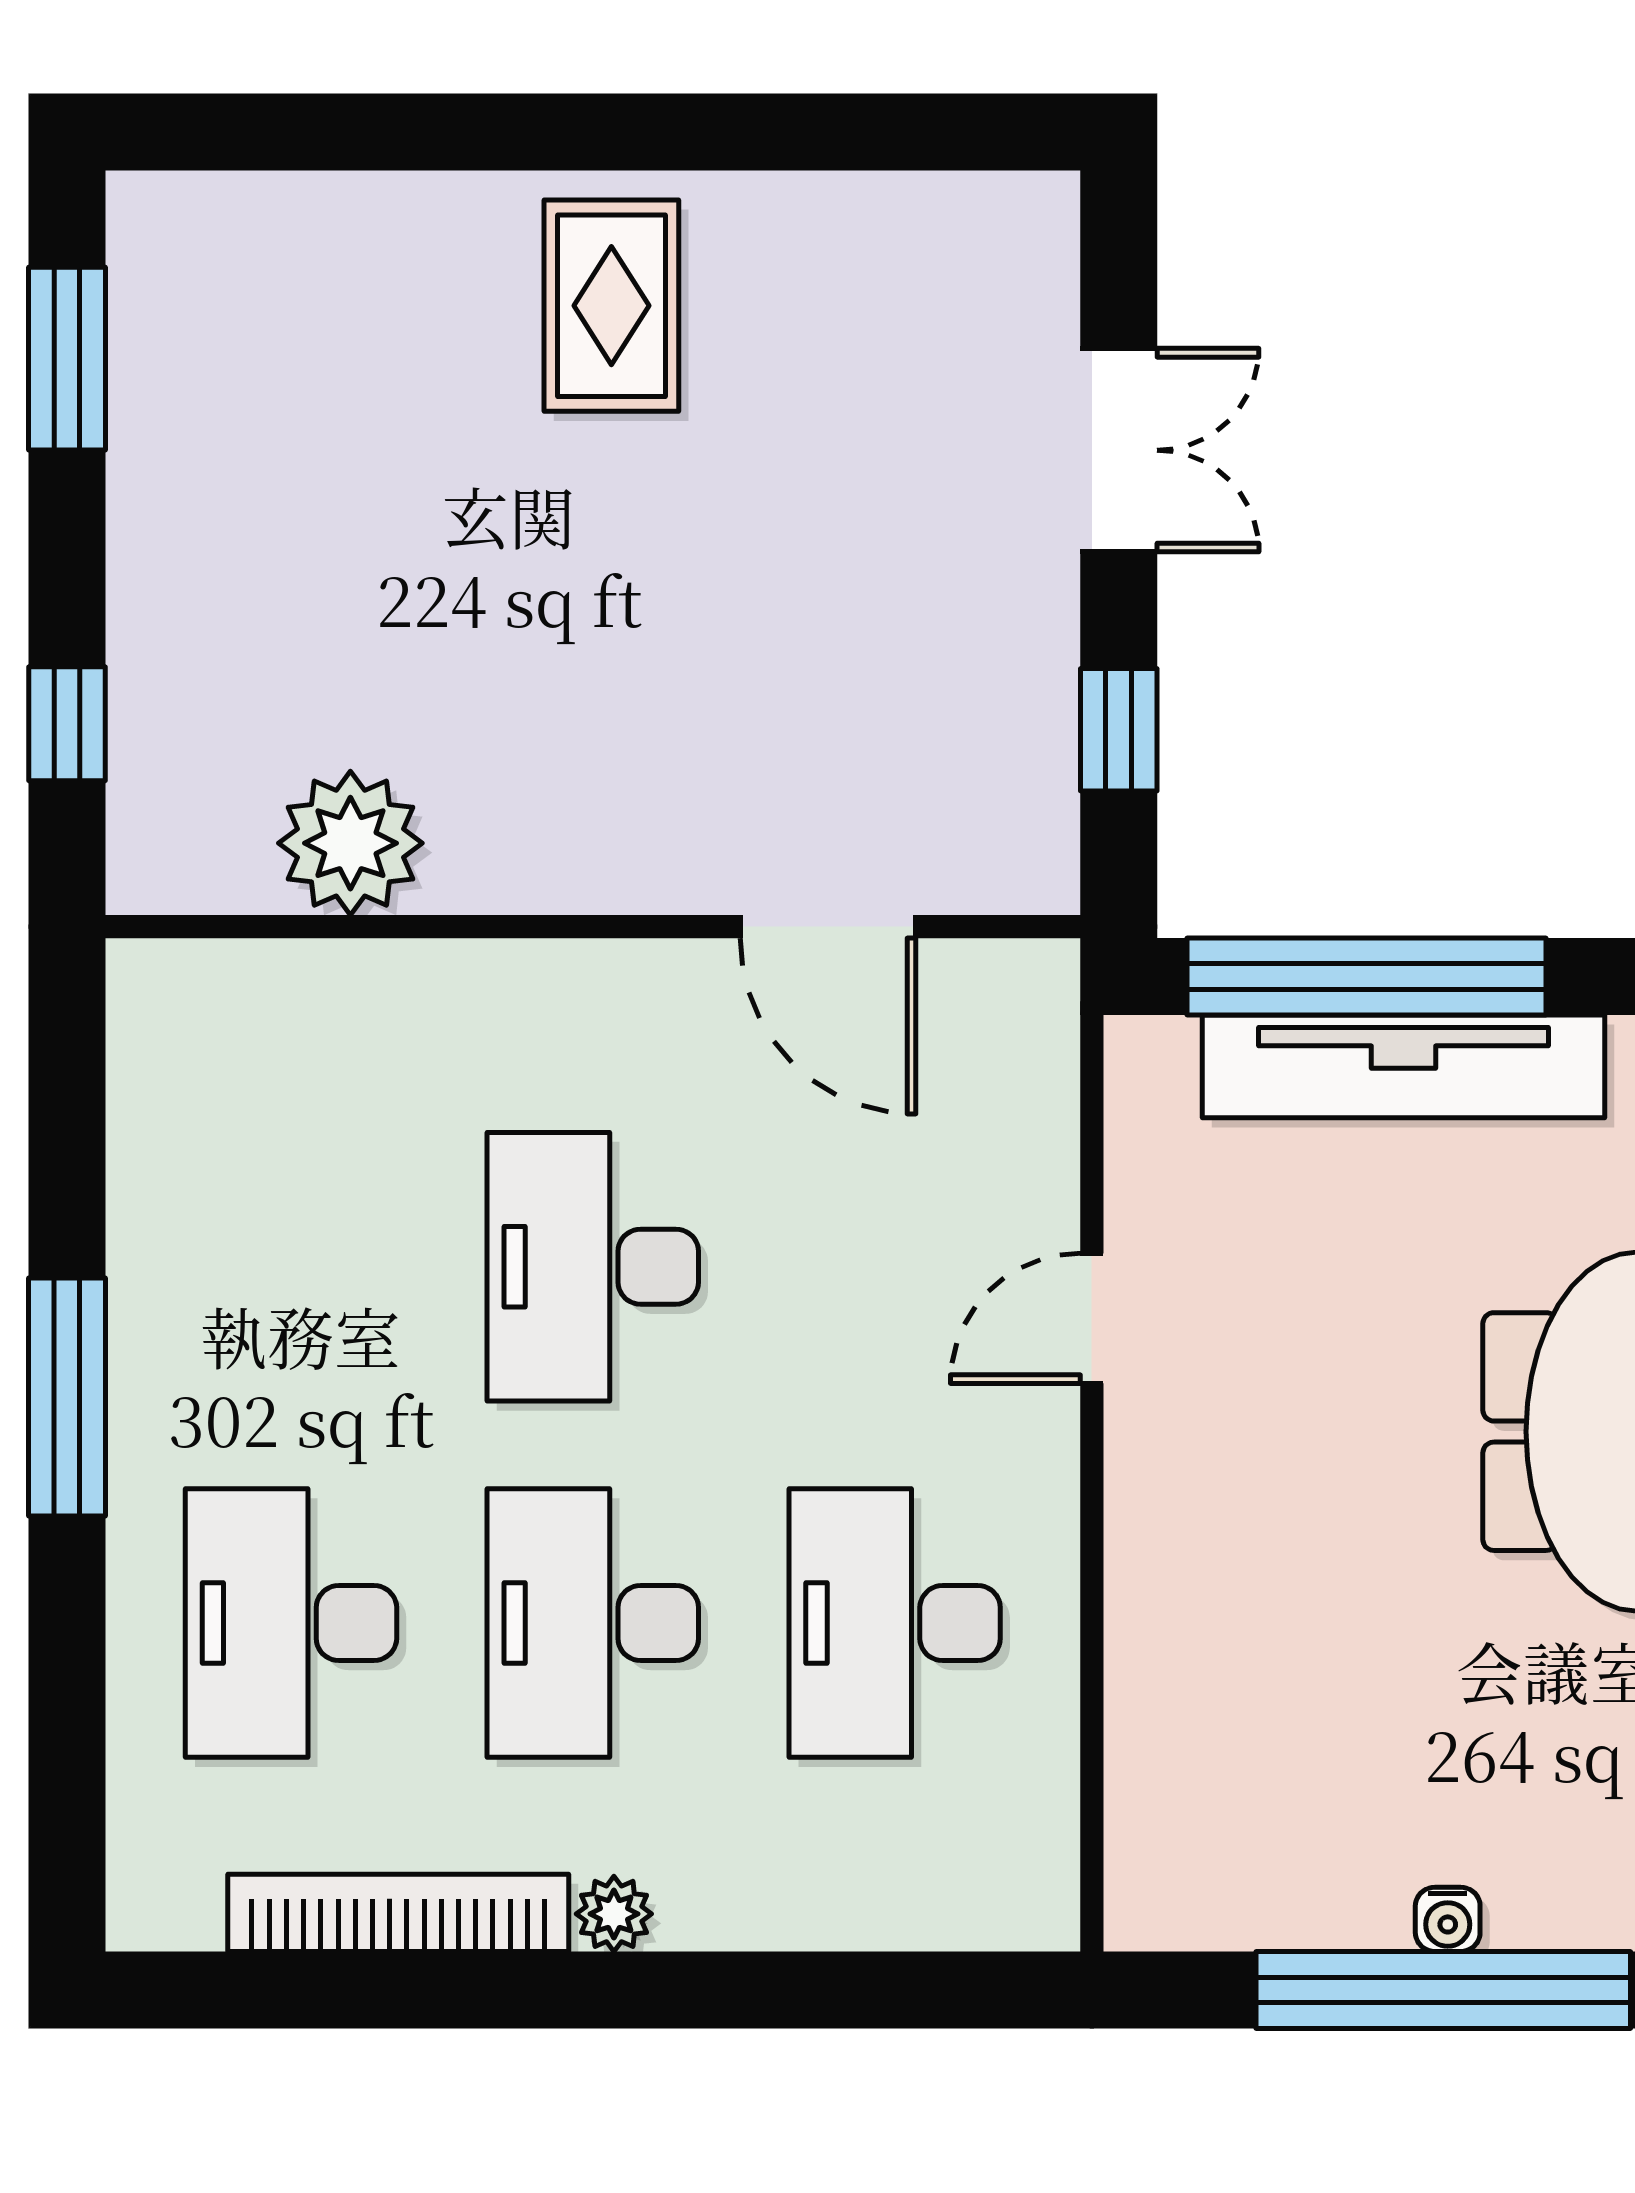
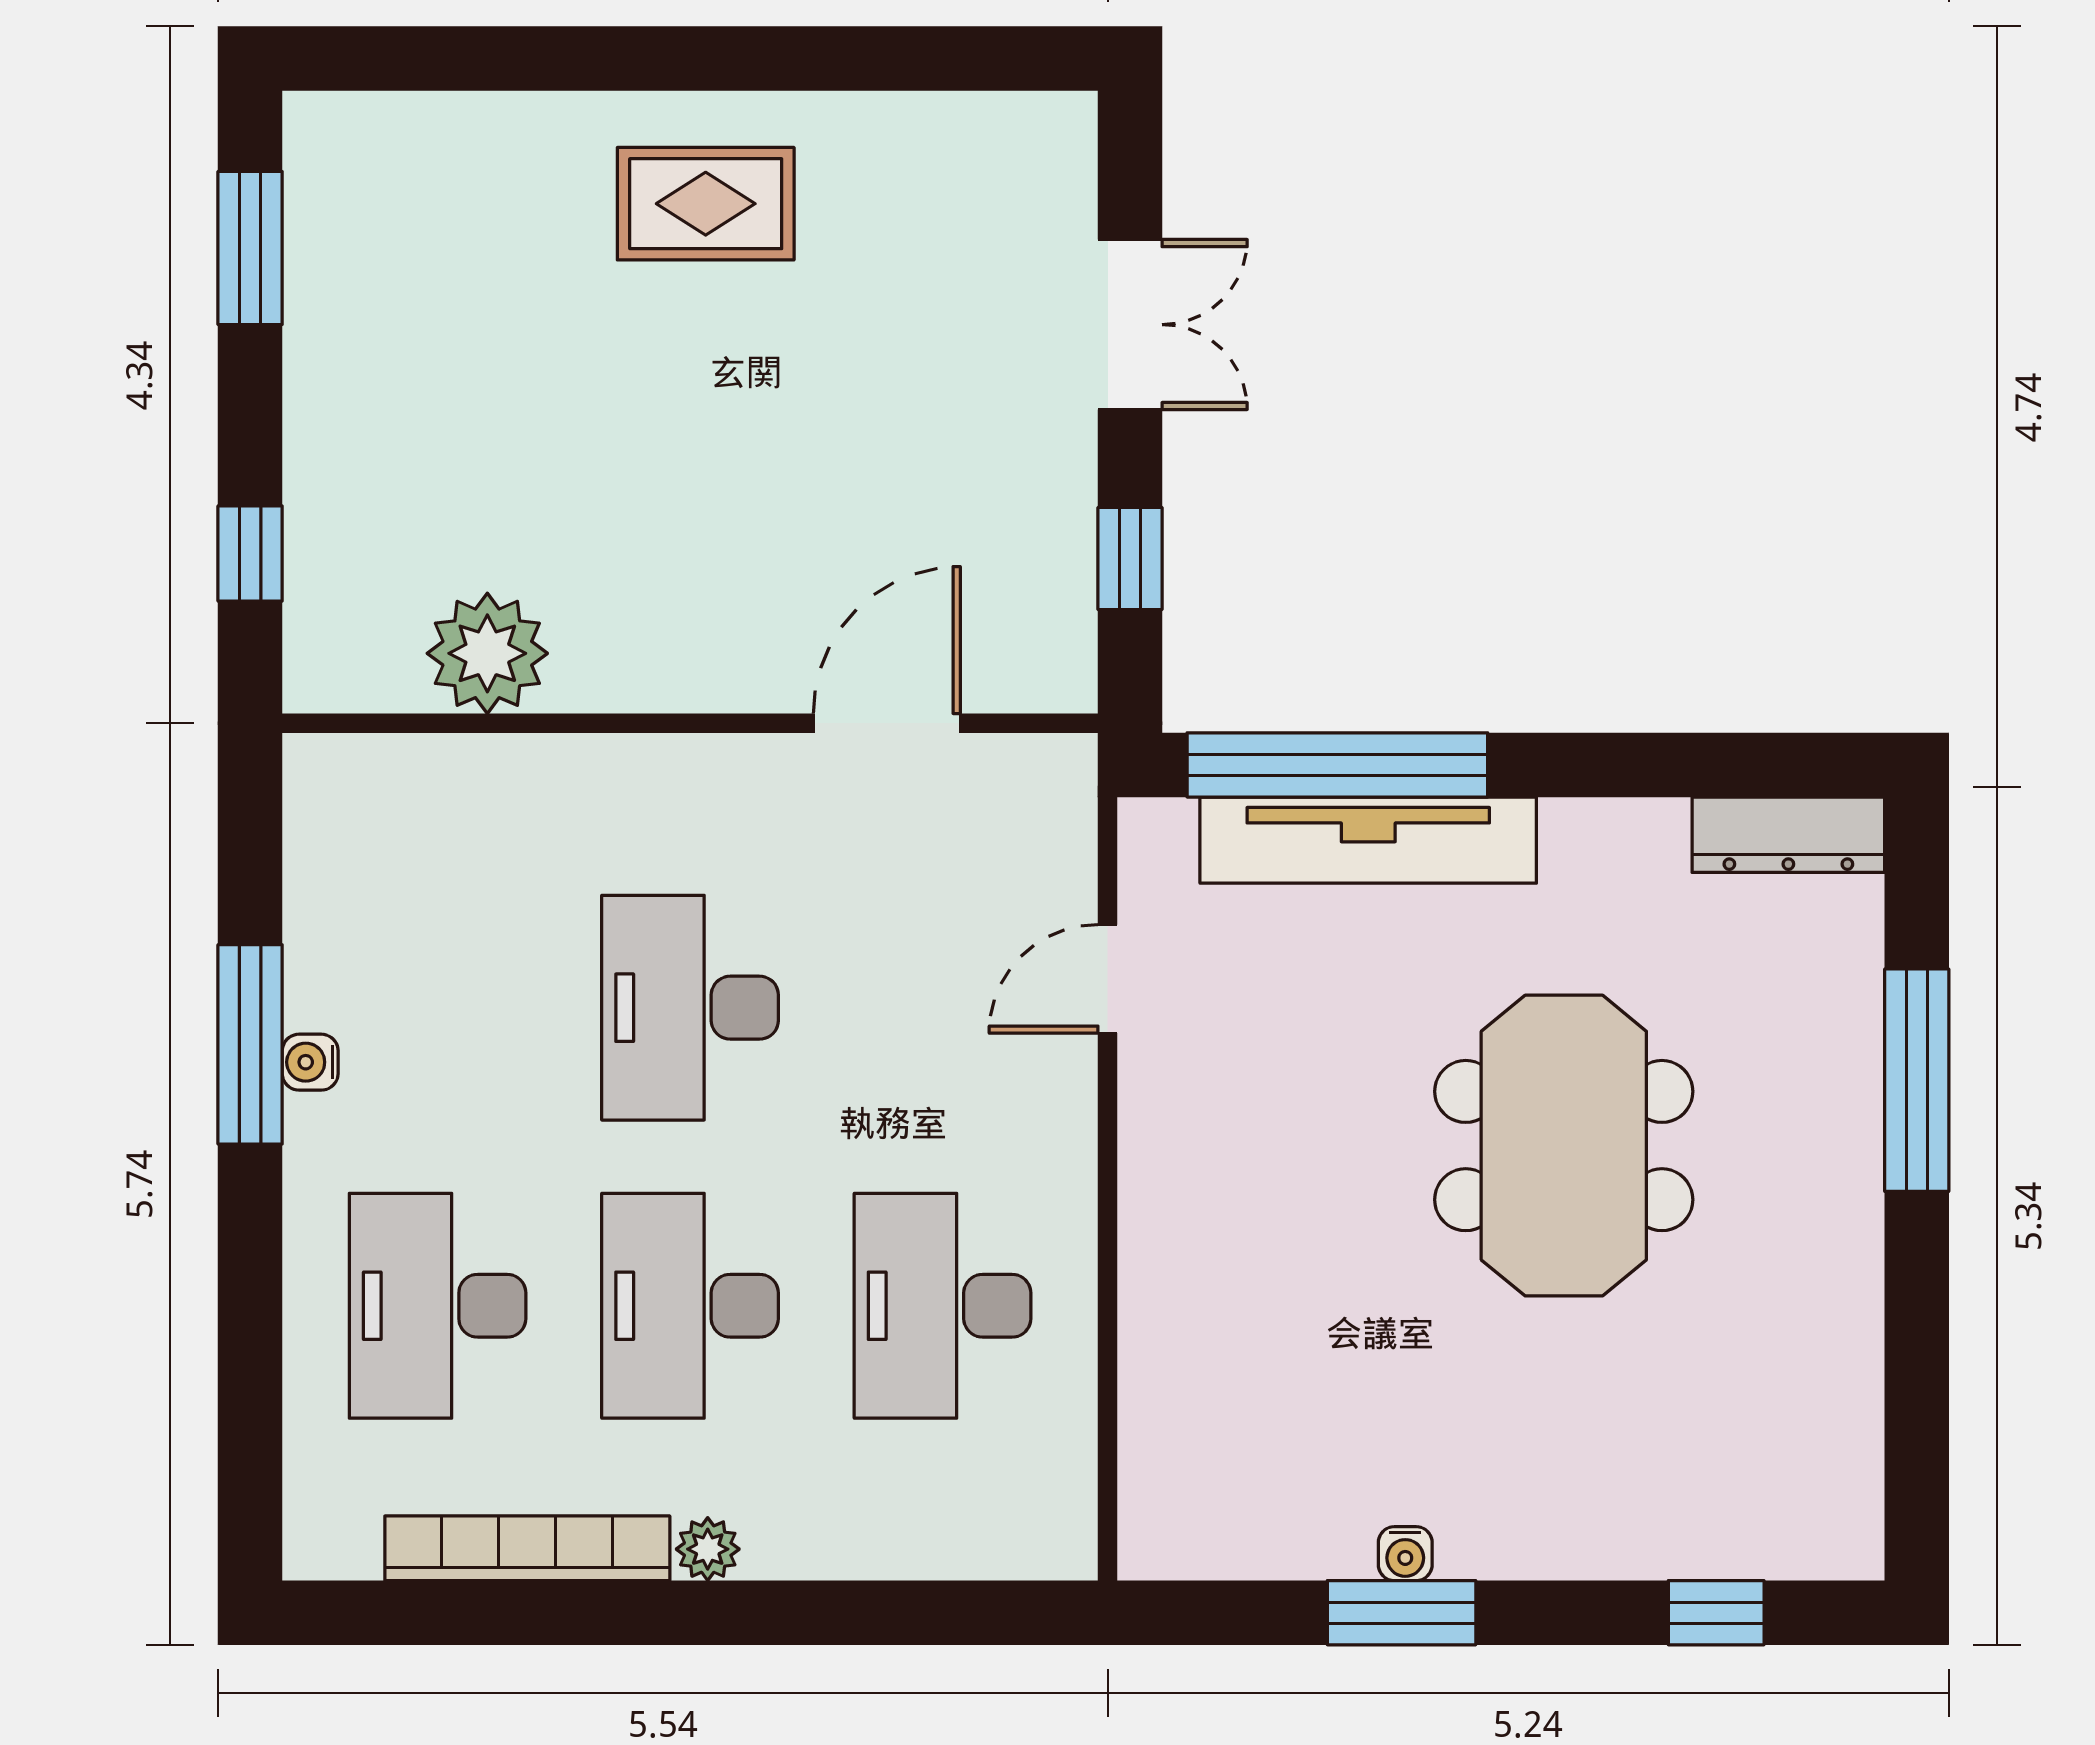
rug: (611, 306) -> (706, 204), turned 90
door: (828, 927) -> (887, 723), swing flipped
door: (1092, 1318) -> (1108, 979), moved
water cooler: (139, 1332) -> (310, 1062), added
window: (67, 1397) -> (250, 1044), moved
window: (1443, 1990) -> (1402, 1613), width x0.47

